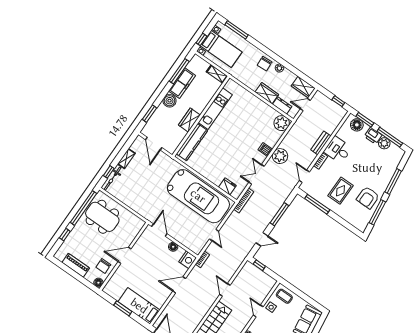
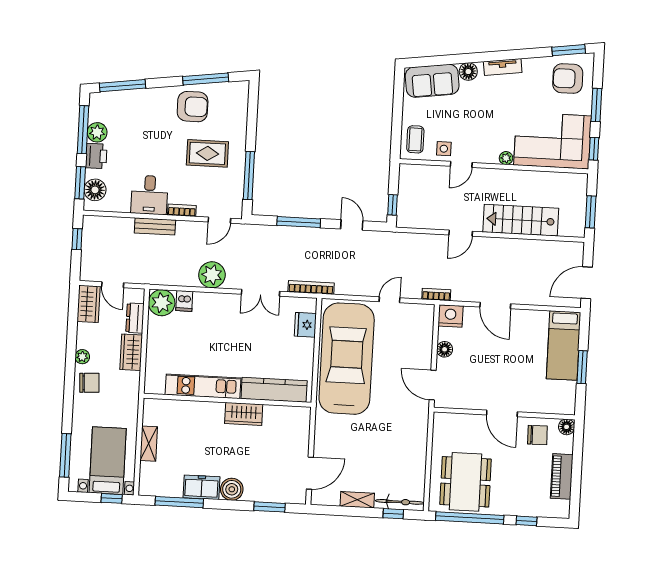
freezer: (182, 83) -> (201, 487), width x0.71
kitchen unit: (215, 109) -> (203, 386), moved
wall: (201, 116) -> (227, 400), moved
wardrobe: (189, 120) -> (244, 414), moved
kitchen counter: (192, 142) -> (274, 390), moved
dishwasher: (265, 150) -> (184, 301), moved
window: (393, 181) -> (122, 86), moved
door: (159, 230) -> (433, 385), hinge flipped

